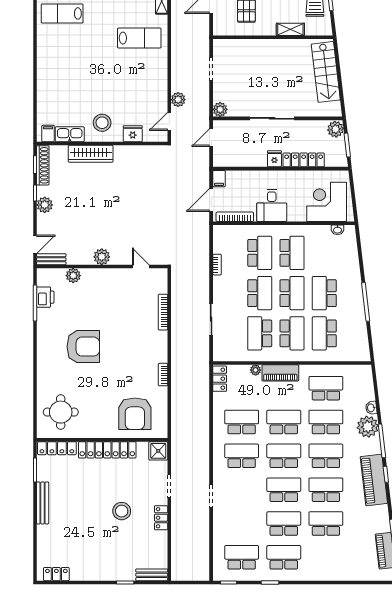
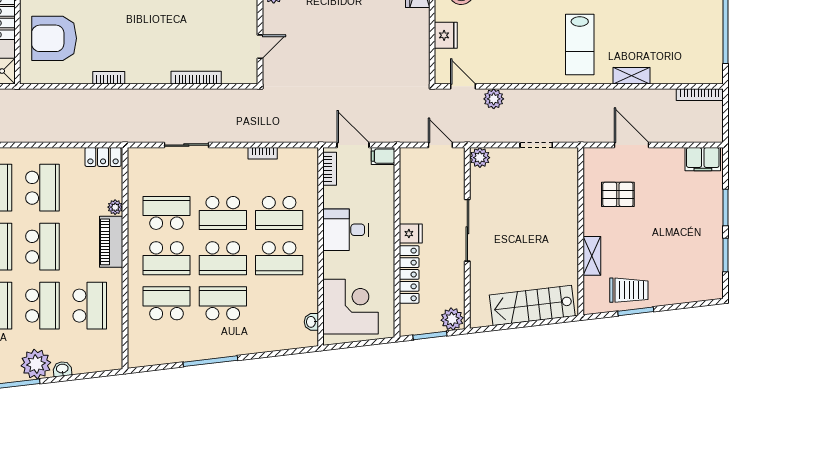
bookcase: (235, 217) -> (330, 169), width x0.64

